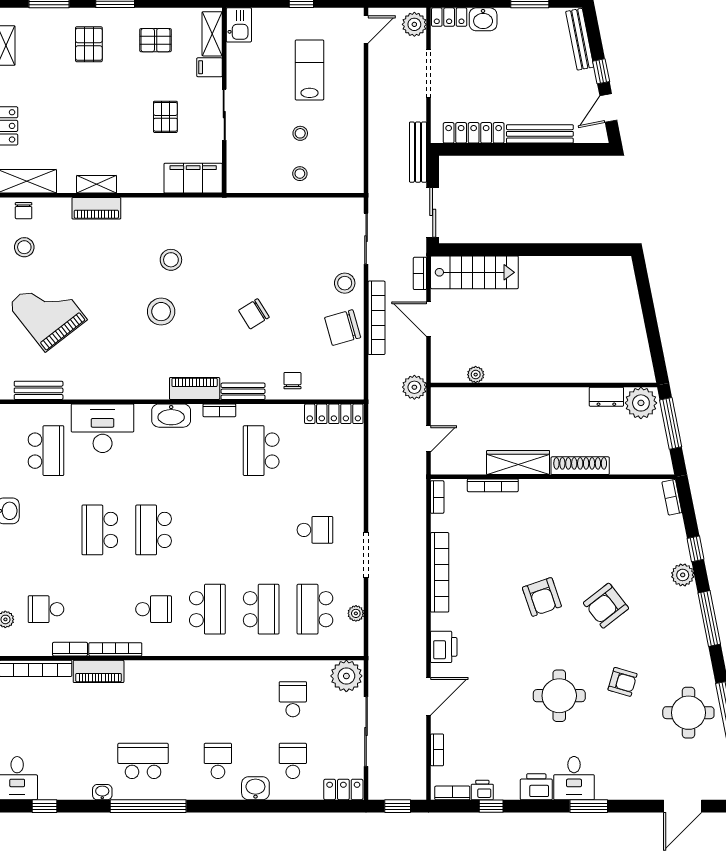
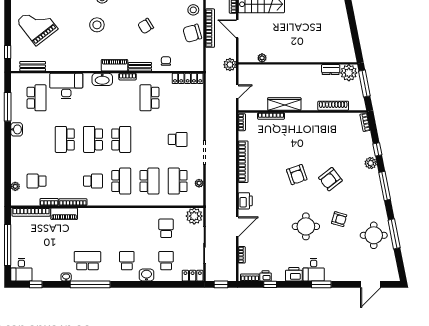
shoe rack: (580, 466) -> (333, 106), moved
school desk: (207, 530) -> (121, 139), added

